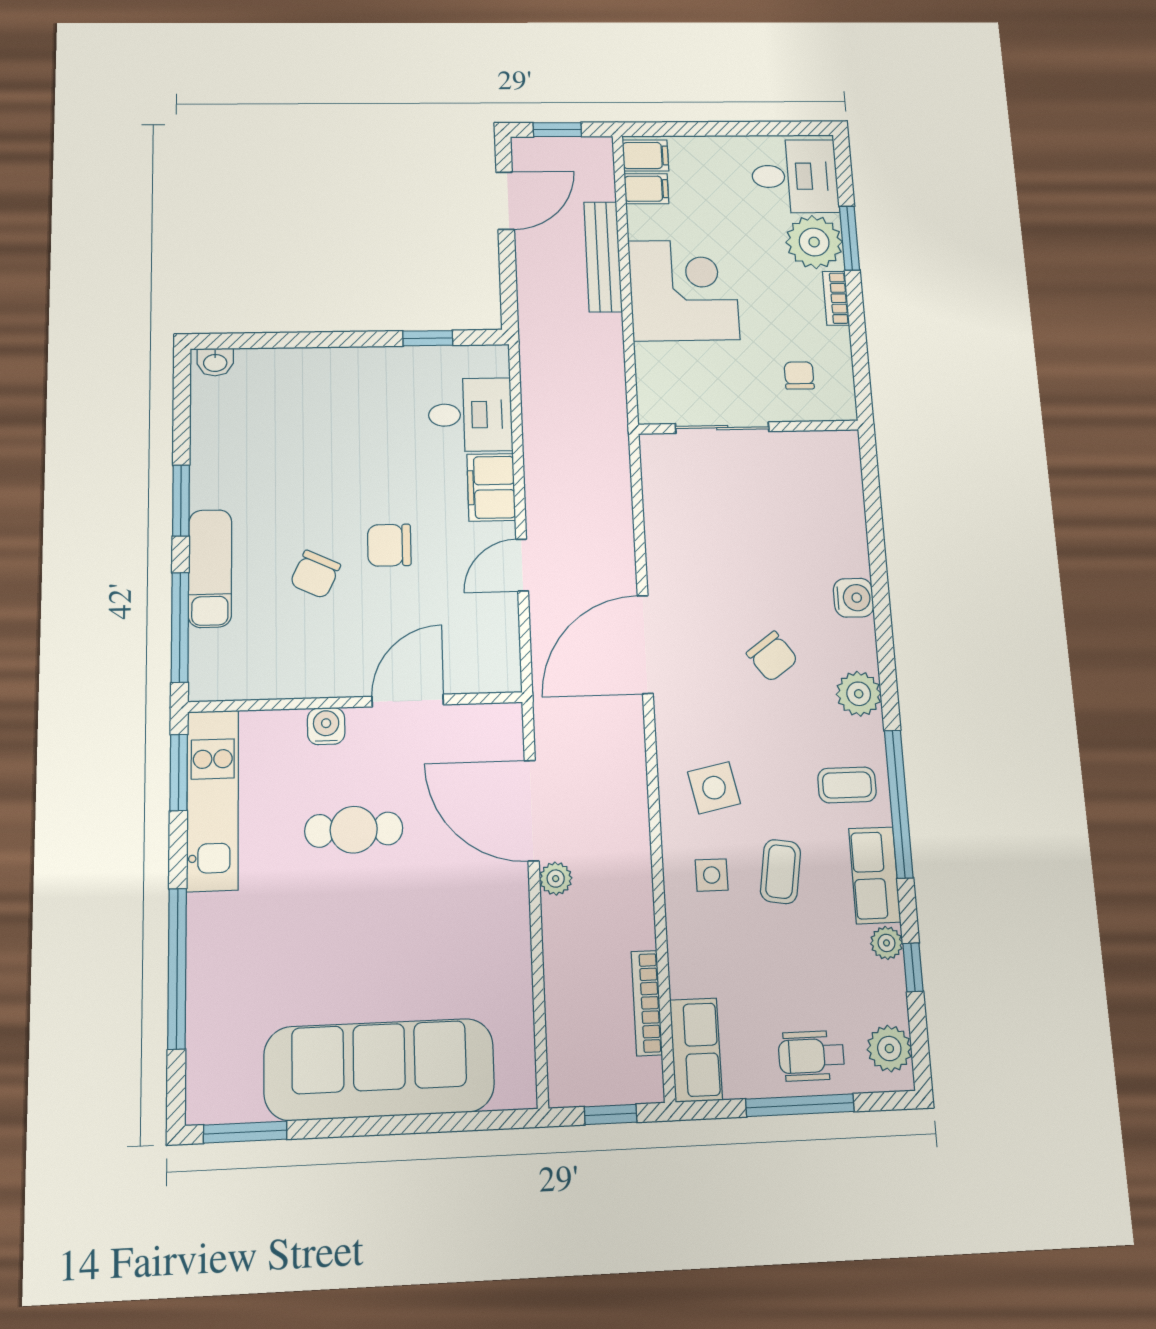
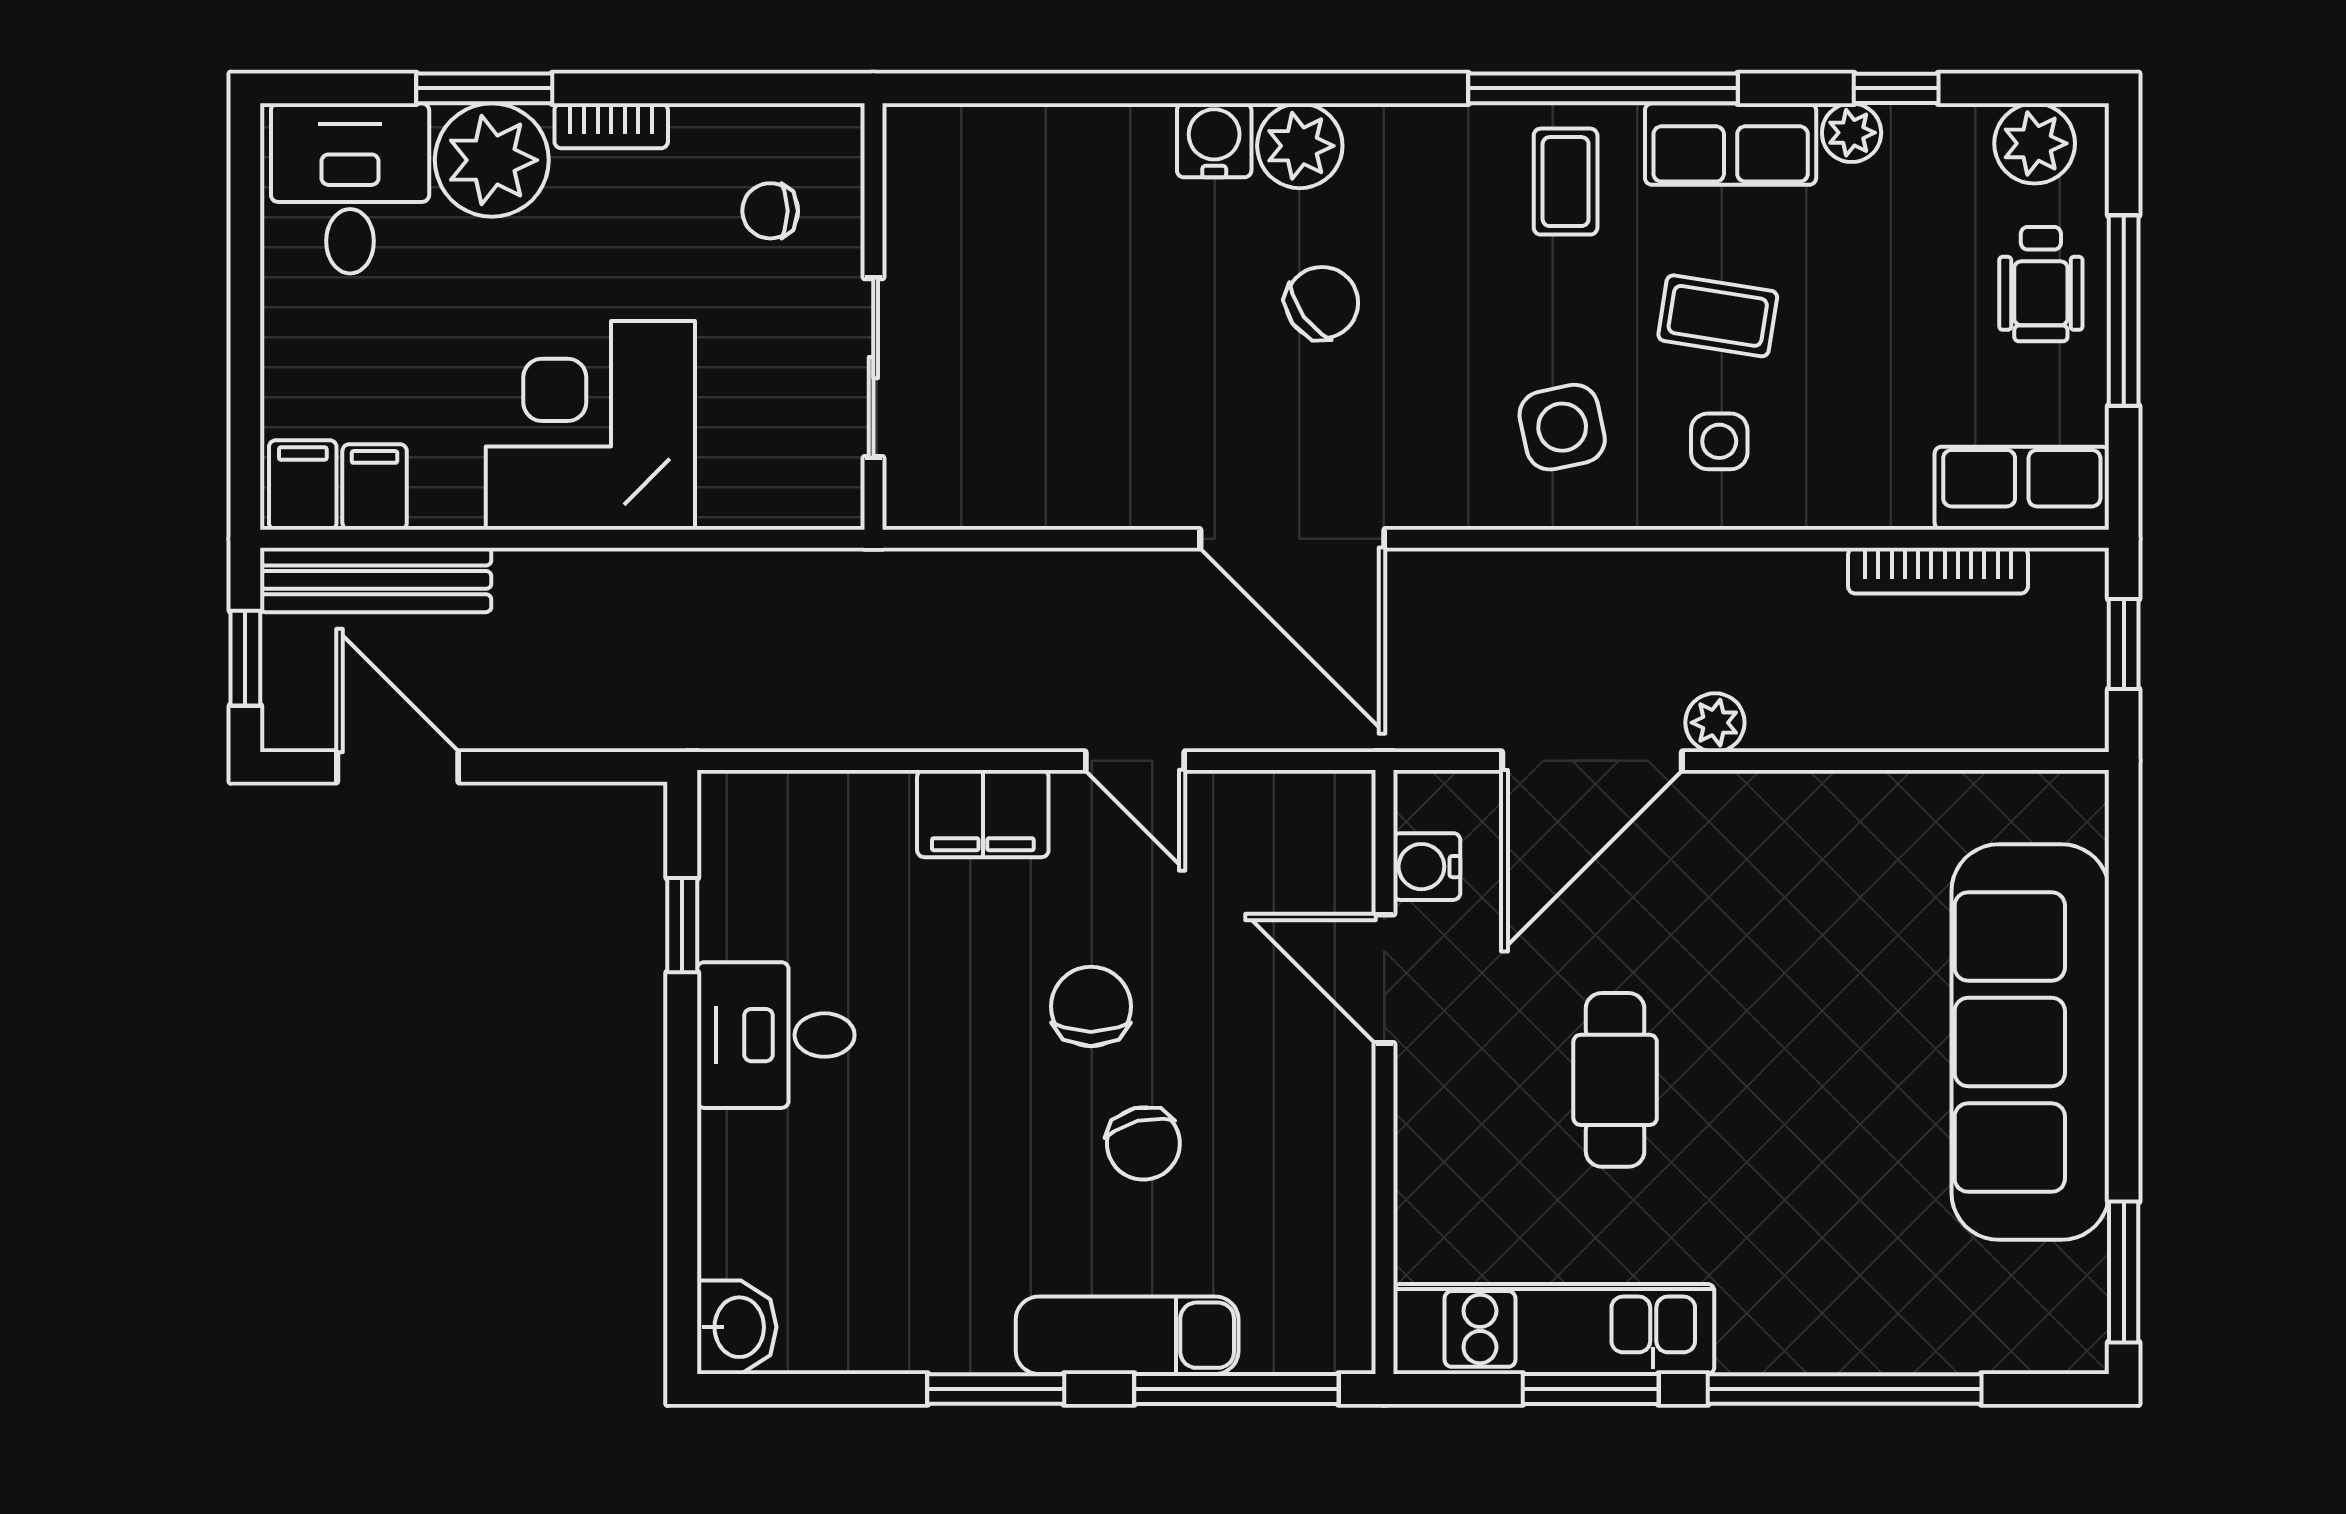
bench: (603, 257) -> (376, 580), moved
washbasin: (215, 362) -> (737, 1327), width x1.38, depth x1.45
desk: (470, 415) -> (776, 1035), moved, turned -90
chair: (389, 545) -> (1091, 1006), turned 180
chair: (315, 574) -> (1143, 1143), turned 51
plant: (859, 694) -> (1300, 146), moved
water cooler: (326, 726) -> (1427, 867), moved
window: (179, 772) -> (1591, 1389), moved

